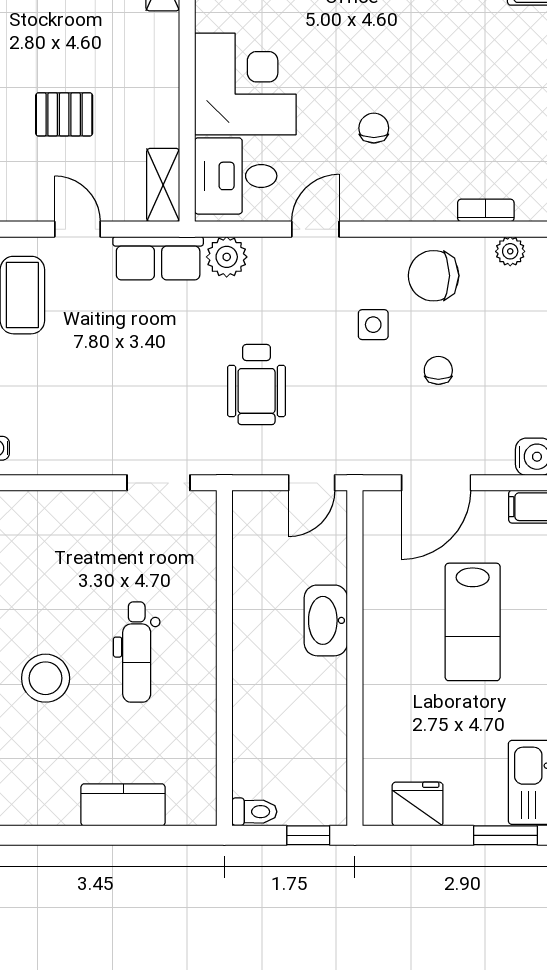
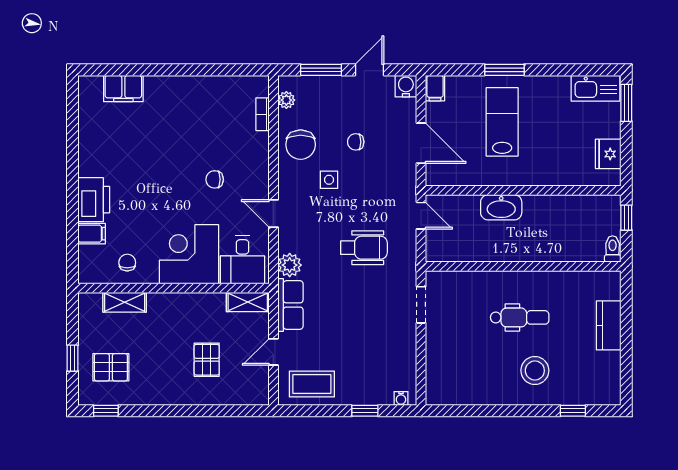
lab bench: (473, 622) -> (502, 122), turned -90

